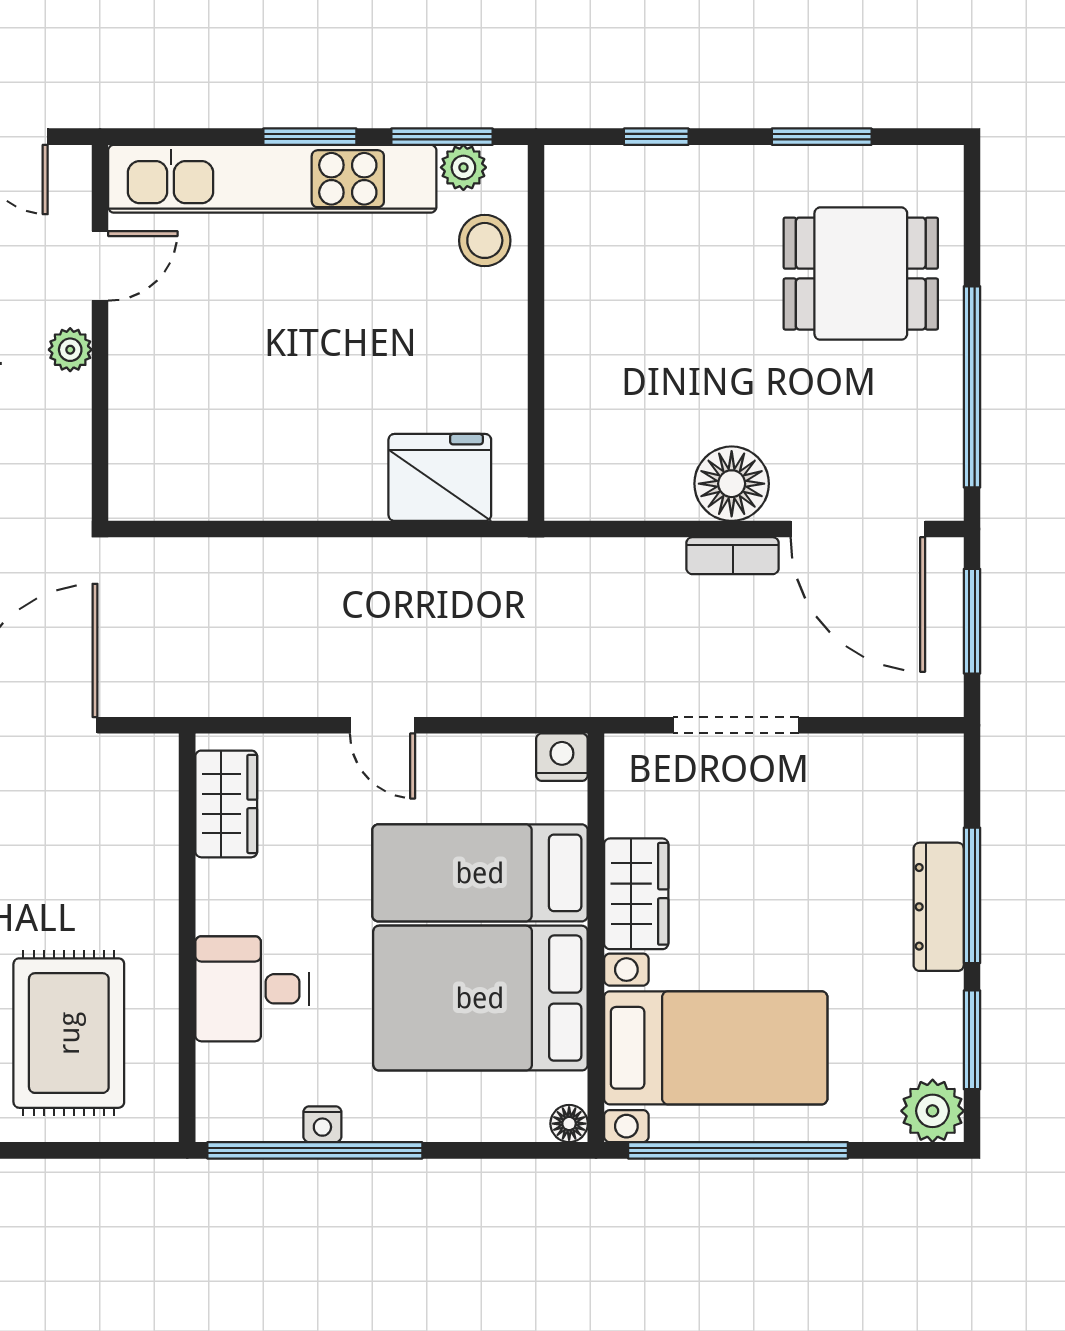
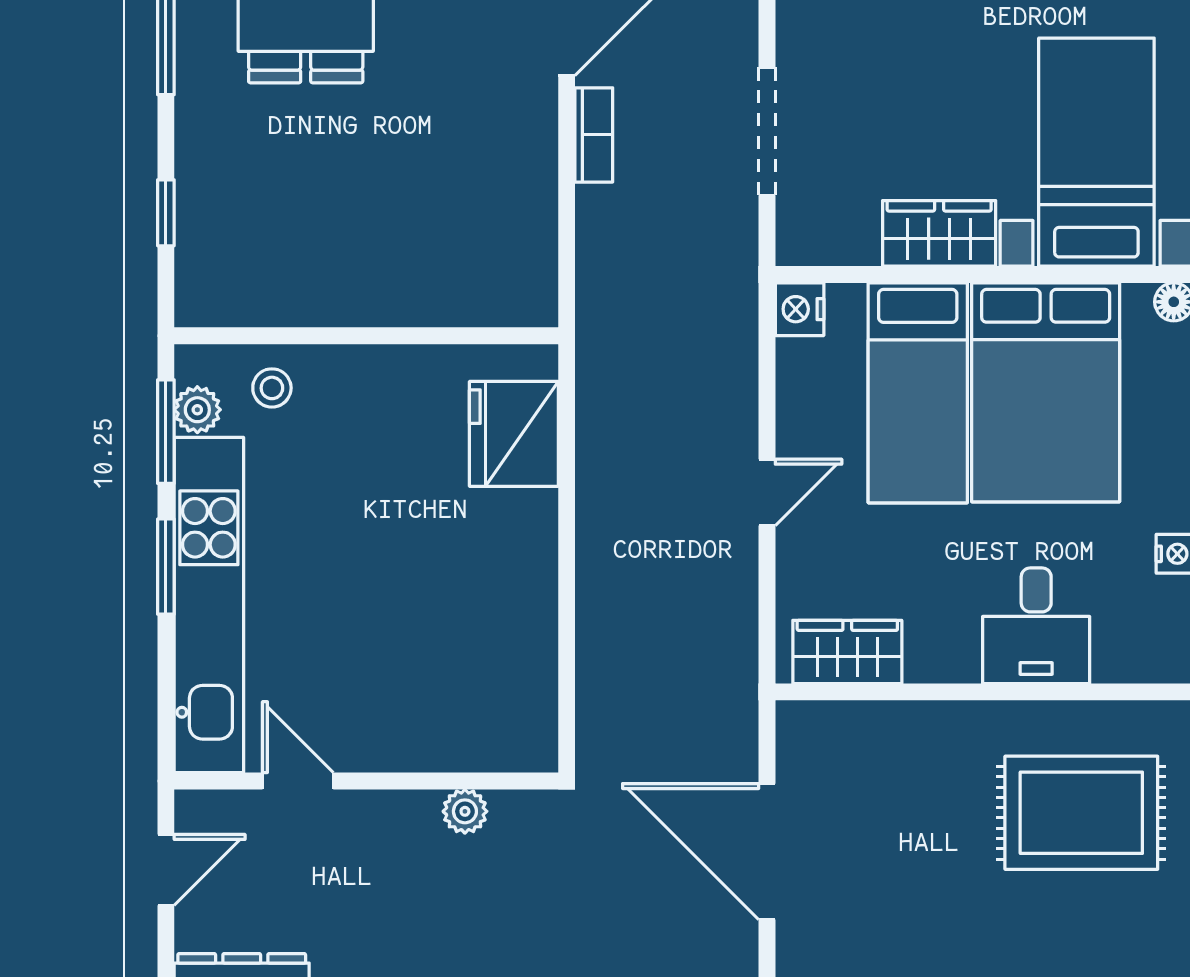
stool: (485, 240) -> (272, 388), width x0.73, depth x0.73
plant: (70, 350) -> (465, 811), moved
floor lamp: (732, 484) -> (520, 136), removed

